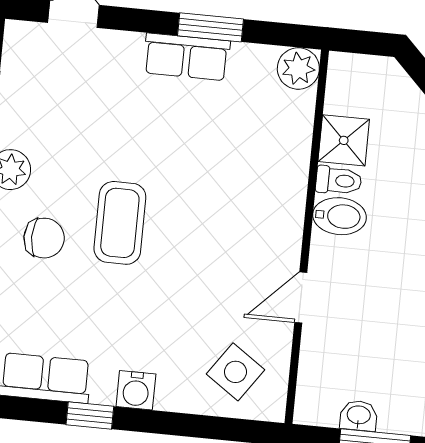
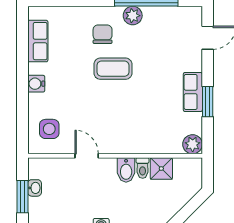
chair: (44, 238) -> (103, 34), turned 180
side table: (236, 372) -> (49, 129), turned -35
window: (90, 416) -> (22, 64), removed

